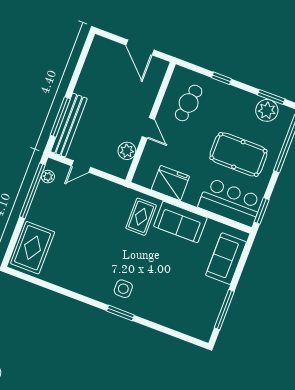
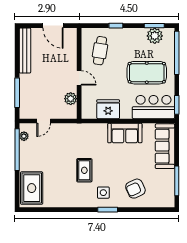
bench: (69, 125) -> (25, 51), moved
rug: (141, 217) -> (84, 170), moved
sofa: (226, 259) -> (165, 146), width x1.36
armchair: (167, 299) -> (135, 189), added

